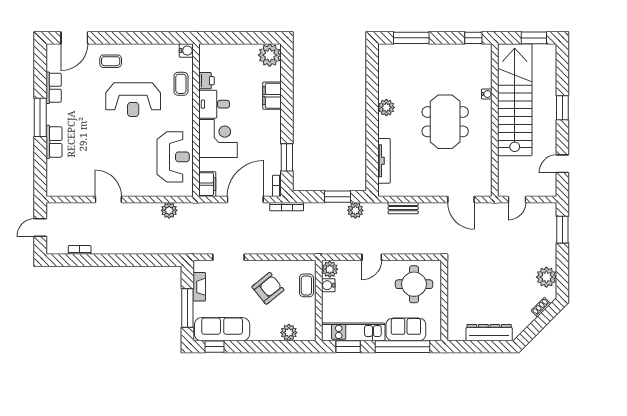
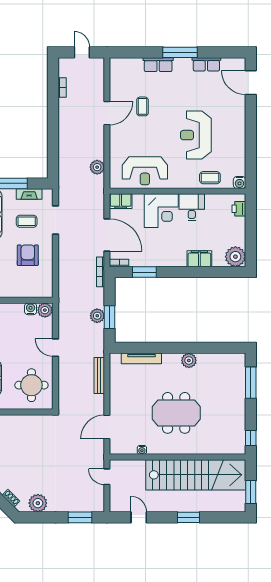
coffee table: (111, 61) -> (143, 106), moved
printer: (206, 81) -> (239, 209), moved, turned 90
water cooler: (487, 94) -> (142, 450), moved
bench: (403, 208) -> (99, 376), width x1.36
plant: (355, 210) -> (97, 316), moved
coffee table: (306, 285) -> (27, 221), moved
armchair: (268, 288) -> (28, 255), turned -141

